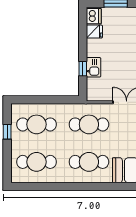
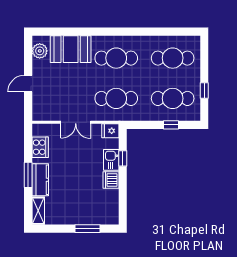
dishwasher: (94, 16) -> (111, 180), moved
fridge: (94, 32) -> (110, 131), moved
window: (38, 100) -> (171, 125), added

